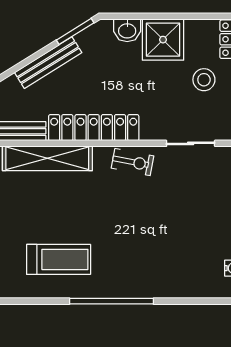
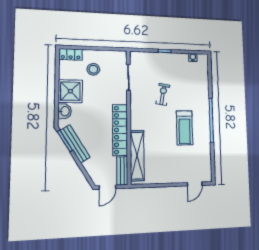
bench: (48, 63) -> (75, 144), moved
exercise bike: (133, 162) -> (163, 94), moved
treadmill: (59, 259) -> (185, 128), moved, turned 180

